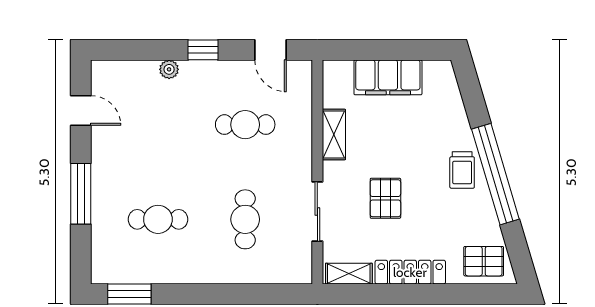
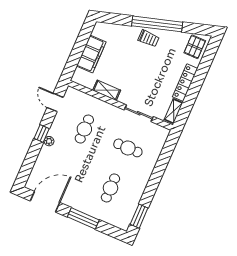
door: (271, 50) -> (55, 102), swing flipped
plant: (169, 69) -> (49, 141), moved
door: (81, 110) -> (45, 202), width x1.88
pallet: (385, 198) -> (146, 79), removed

